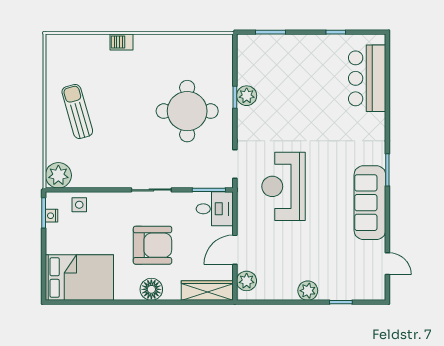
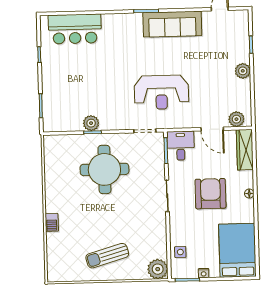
nightstand: (52, 216) -> (204, 273), moved
floor lamp: (151, 289) -> (249, 194), width x0.53, depth x0.53

